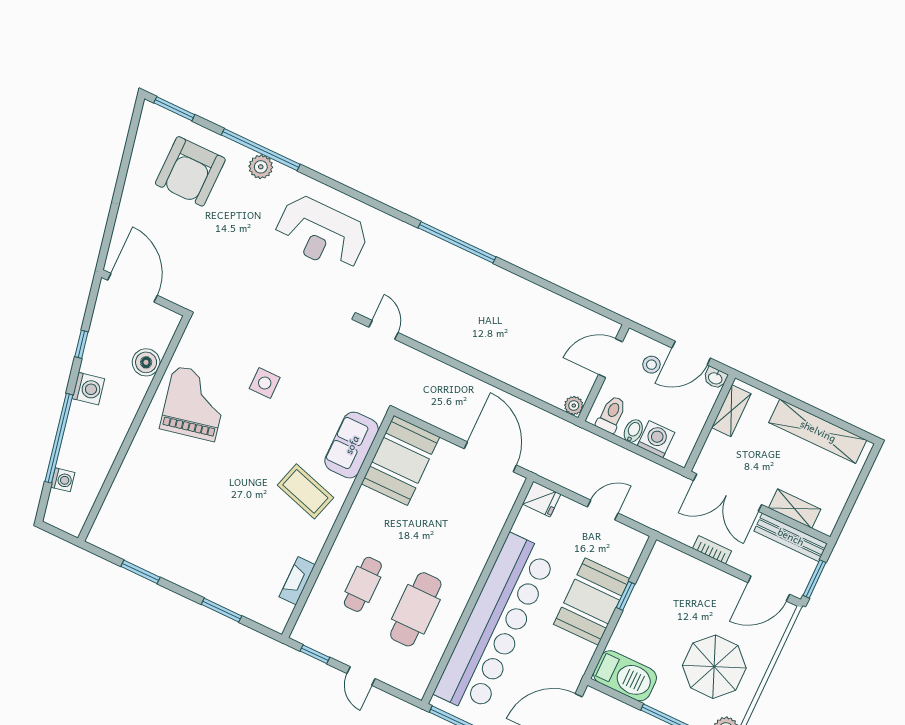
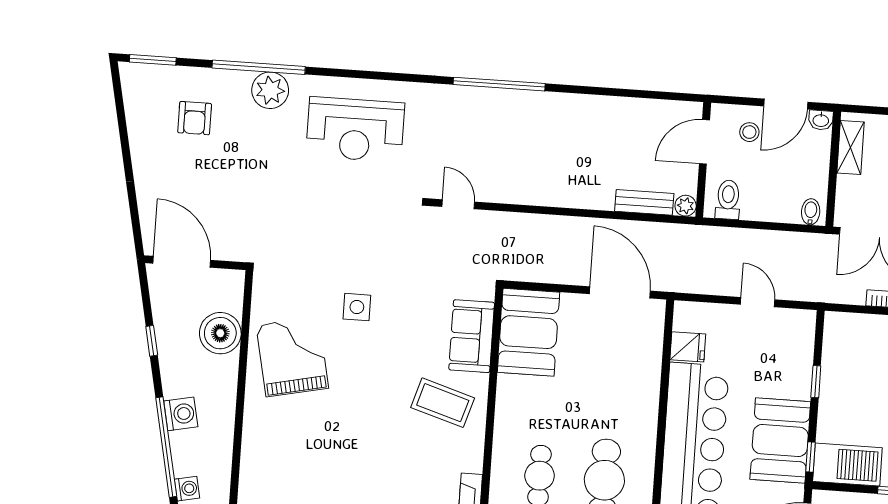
plant: (261, 167) -> (270, 90), width x1.36, depth x1.36
armchair: (190, 171) -> (195, 118), width x0.53, depth x0.53
boiler: (146, 362) -> (220, 333), width x1.37, depth x1.37
washing machine: (88, 389) -> (181, 414), moved
bench: (540, 389) -> (644, 202), added
bidet: (633, 431) -> (811, 212), moved
washing machine: (656, 439) -> (784, 207), removed
fridge: (542, 499) -> (688, 347), moved
door: (603, 510) -> (758, 302), hinge flipped
booth: (592, 601) -> (780, 441), moved
window: (596, 657) -> (811, 457), added

